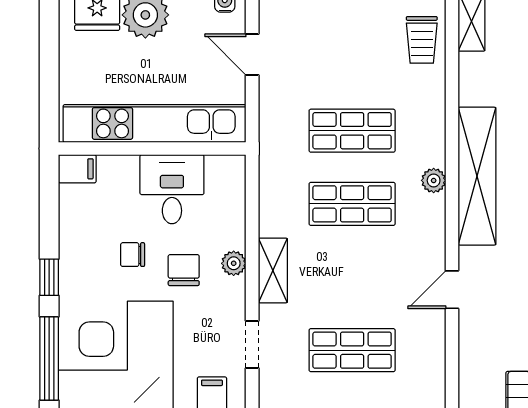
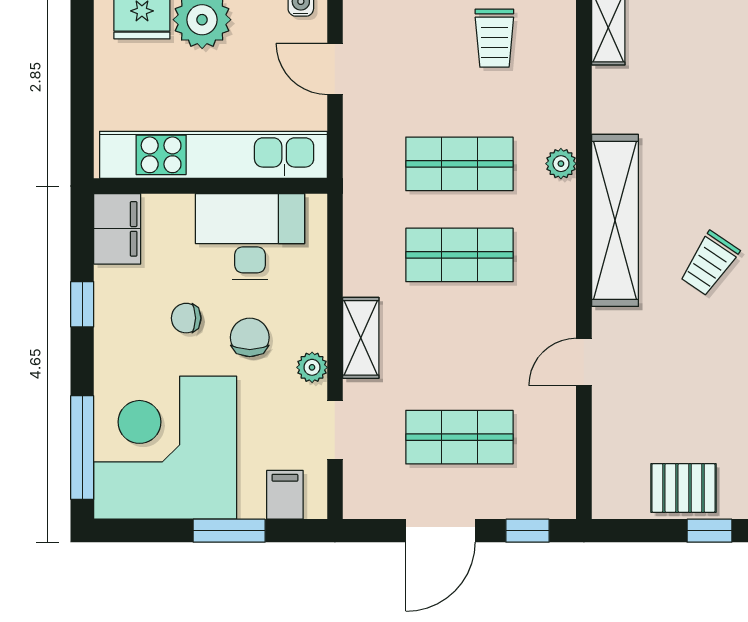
trolley: (422, 40) -> (494, 38), moved
filing cabinet: (77, 169) -> (117, 229), width x2.00
plant: (434, 180) -> (561, 164), moved
desk: (172, 189) -> (250, 237), width x1.37
plant: (234, 263) -> (312, 367), moved
window: (49, 277) -> (82, 304), moved

